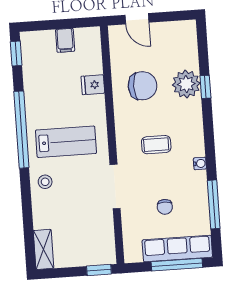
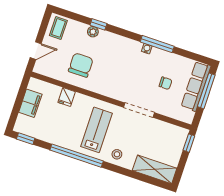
filing cabinet: (65, 40) -> (30, 103), width x2.00
plant: (186, 84) -> (93, 32), width x0.53, depth x0.53
coffee table: (156, 145) -> (58, 28), moved
window: (214, 204) -> (157, 44), moved
shelving: (44, 249) -> (155, 169), width x1.50, depth x1.33

